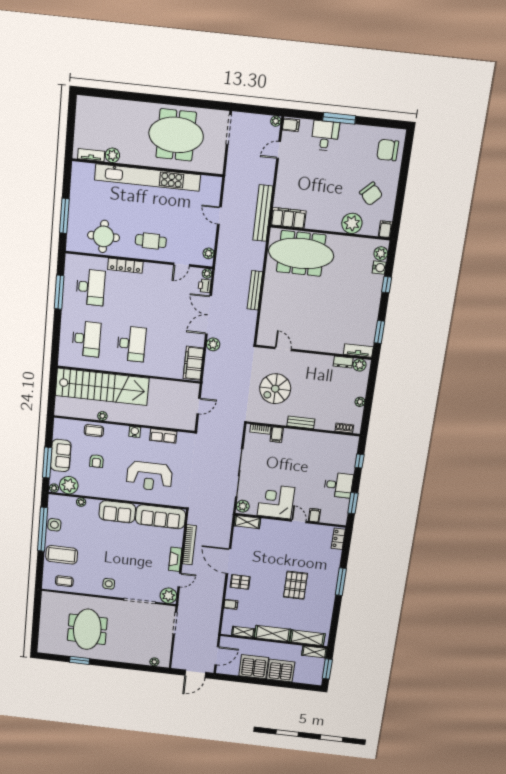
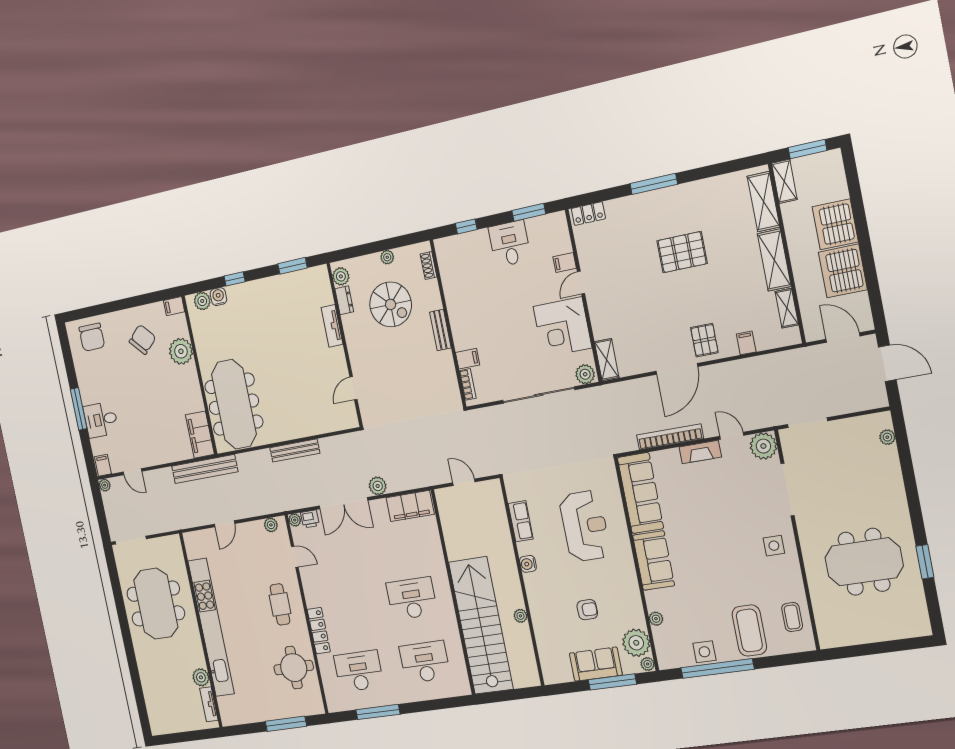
tv unit: (358, 350) -> (332, 326), moved
spiral stairs: (275, 389) -> (391, 304), moved
coffee table: (94, 431) -> (545, 623), removed

